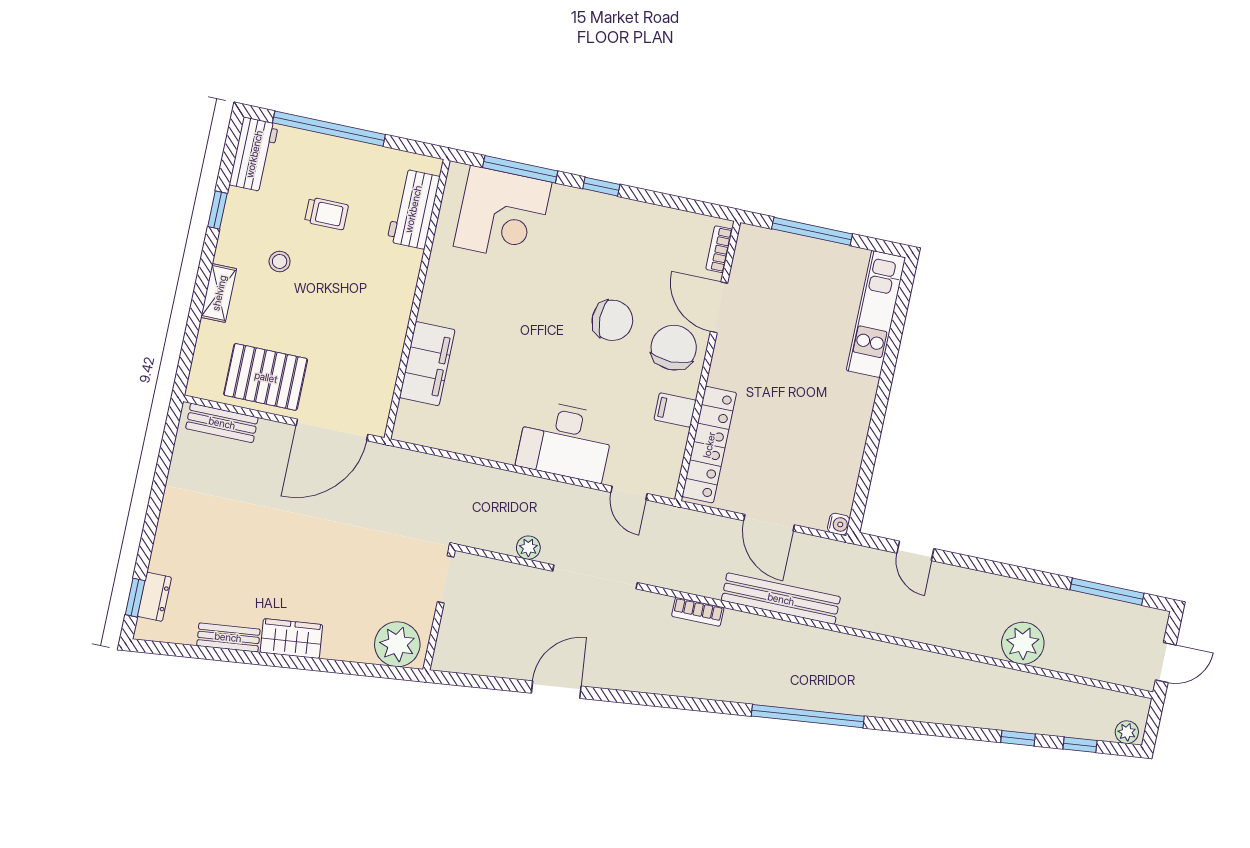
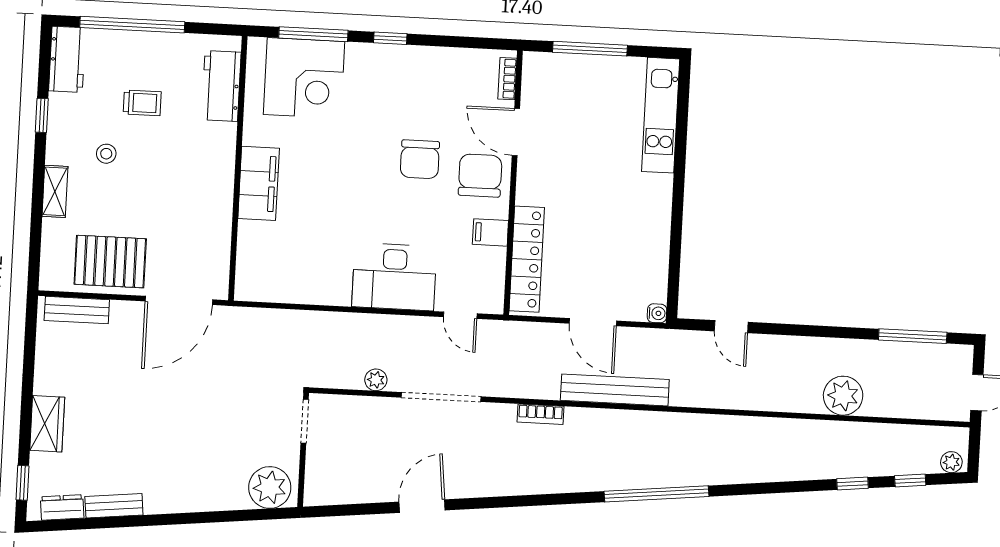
chair: (612, 320) -> (420, 159), turned 90
filing cabinet: (427, 364) -> (259, 183), moved
dresser: (154, 597) -> (62, 507), moved, turned -96
wardrobe: (291, 639) -> (47, 424), moved, turned 96

